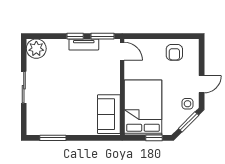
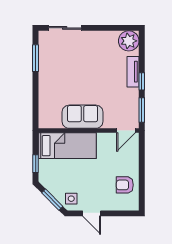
tv unit: (84, 44) -> (133, 72), moved
sliding door: (24, 87) -> (65, 28), moved
bed: (143, 108) -> (67, 146), width x0.67
sofa: (109, 114) -> (83, 117), moved

